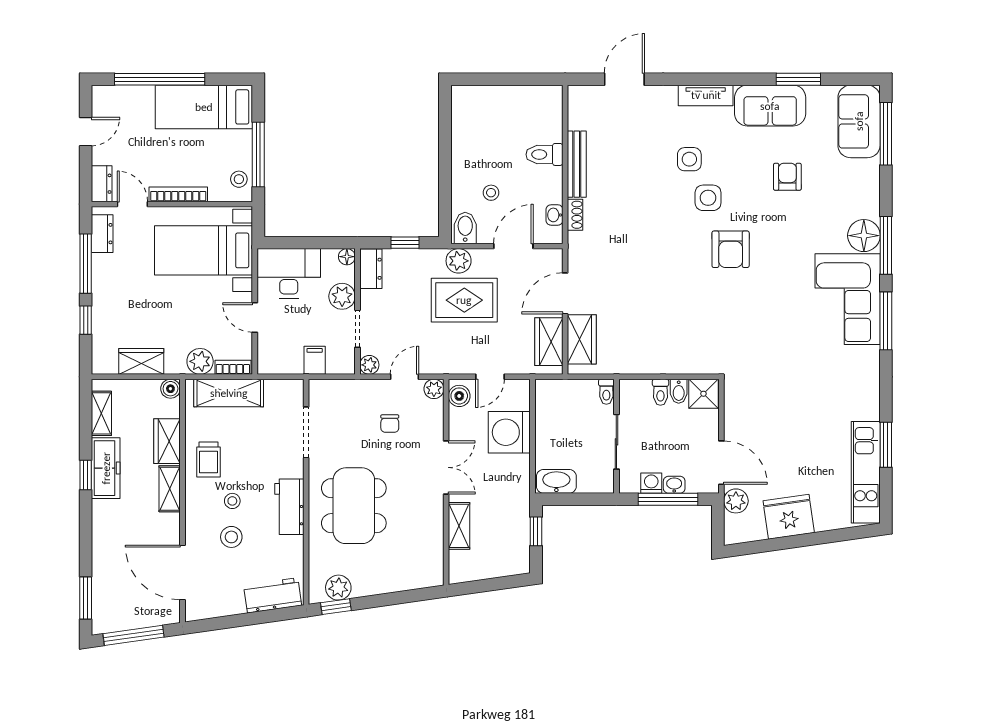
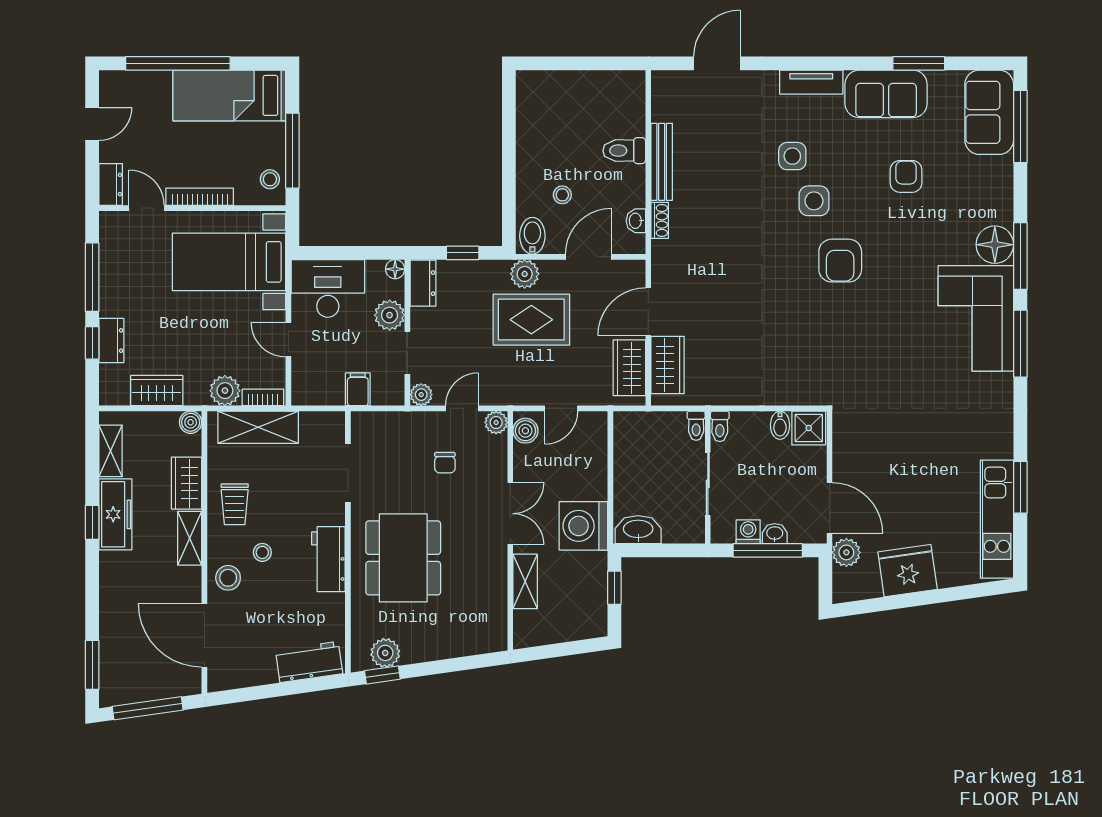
dresser: (102, 234) -> (111, 341), moved
toilet: (660, 392) -> (720, 426), moved
washing machine: (509, 432) -> (583, 526), moved
stool: (231, 537) -> (228, 578), moved

